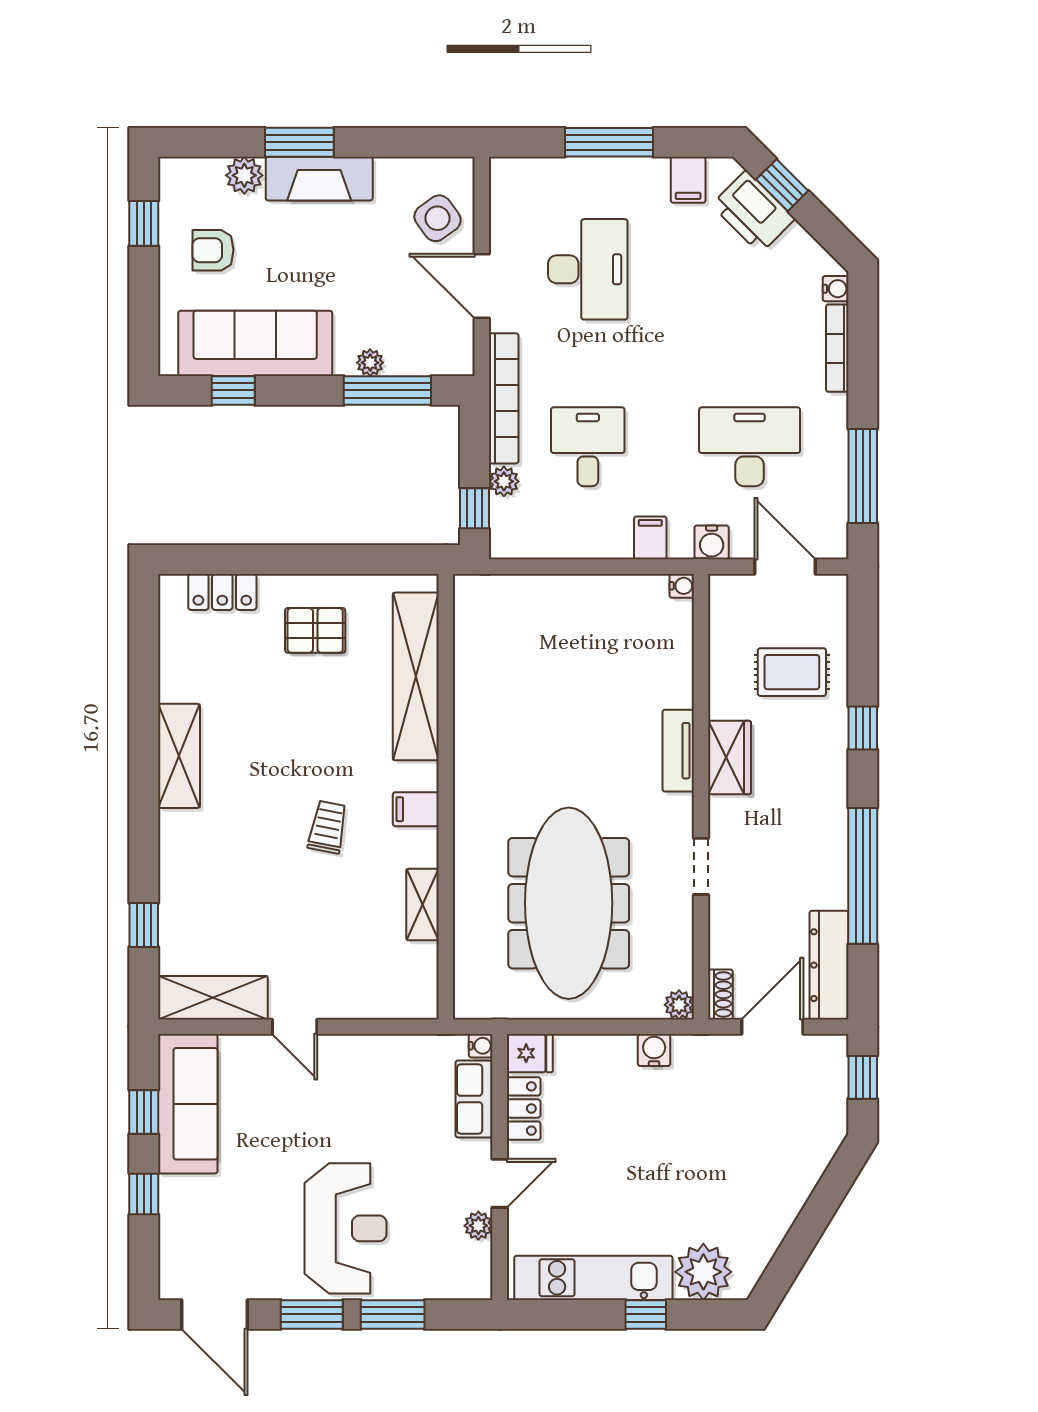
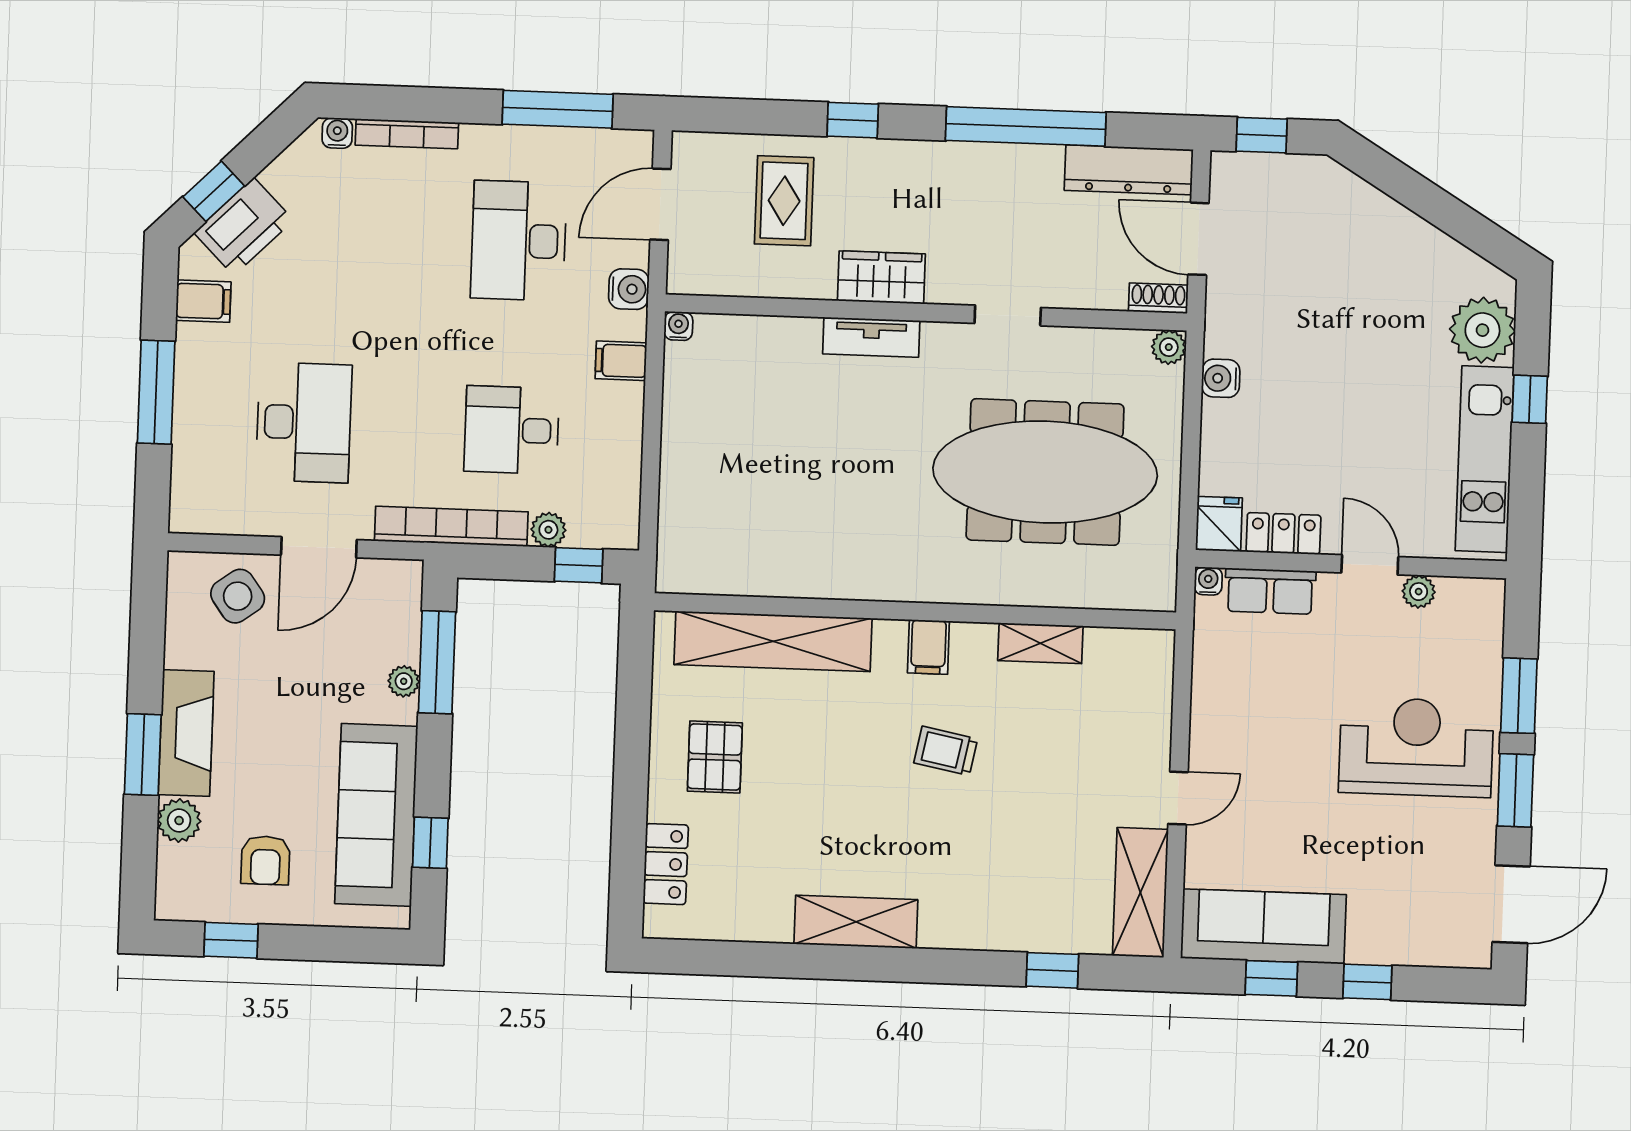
desk: (588, 269) -> (304, 422), turned 90

